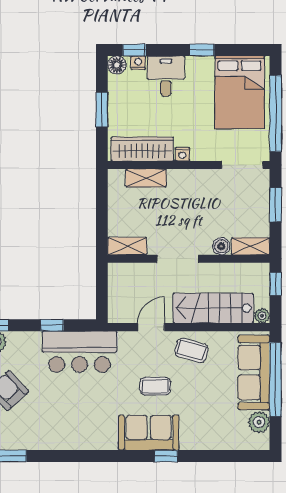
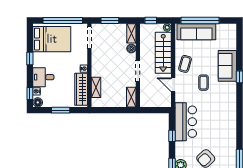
plant: (259, 422) -> (222, 29), removed
sofa: (149, 433) -> (227, 66), moved

